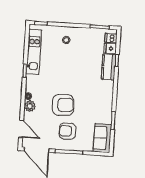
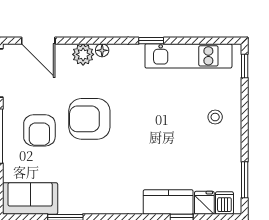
armchair: (63, 105) -> (89, 119), turned 94
door: (21, 129) -> (38, 41), hinge flipped
armchair: (67, 131) -> (39, 130), turned 180

